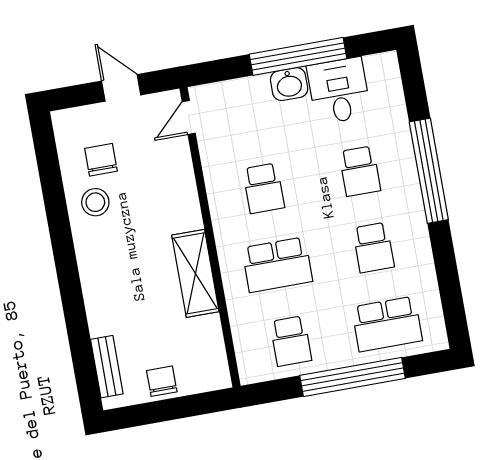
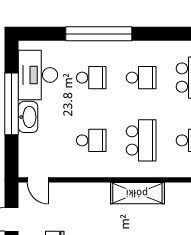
washbasin: (289, 84) -> (28, 117), width x1.38
desk: (339, 91) -> (38, 75), width x1.37

